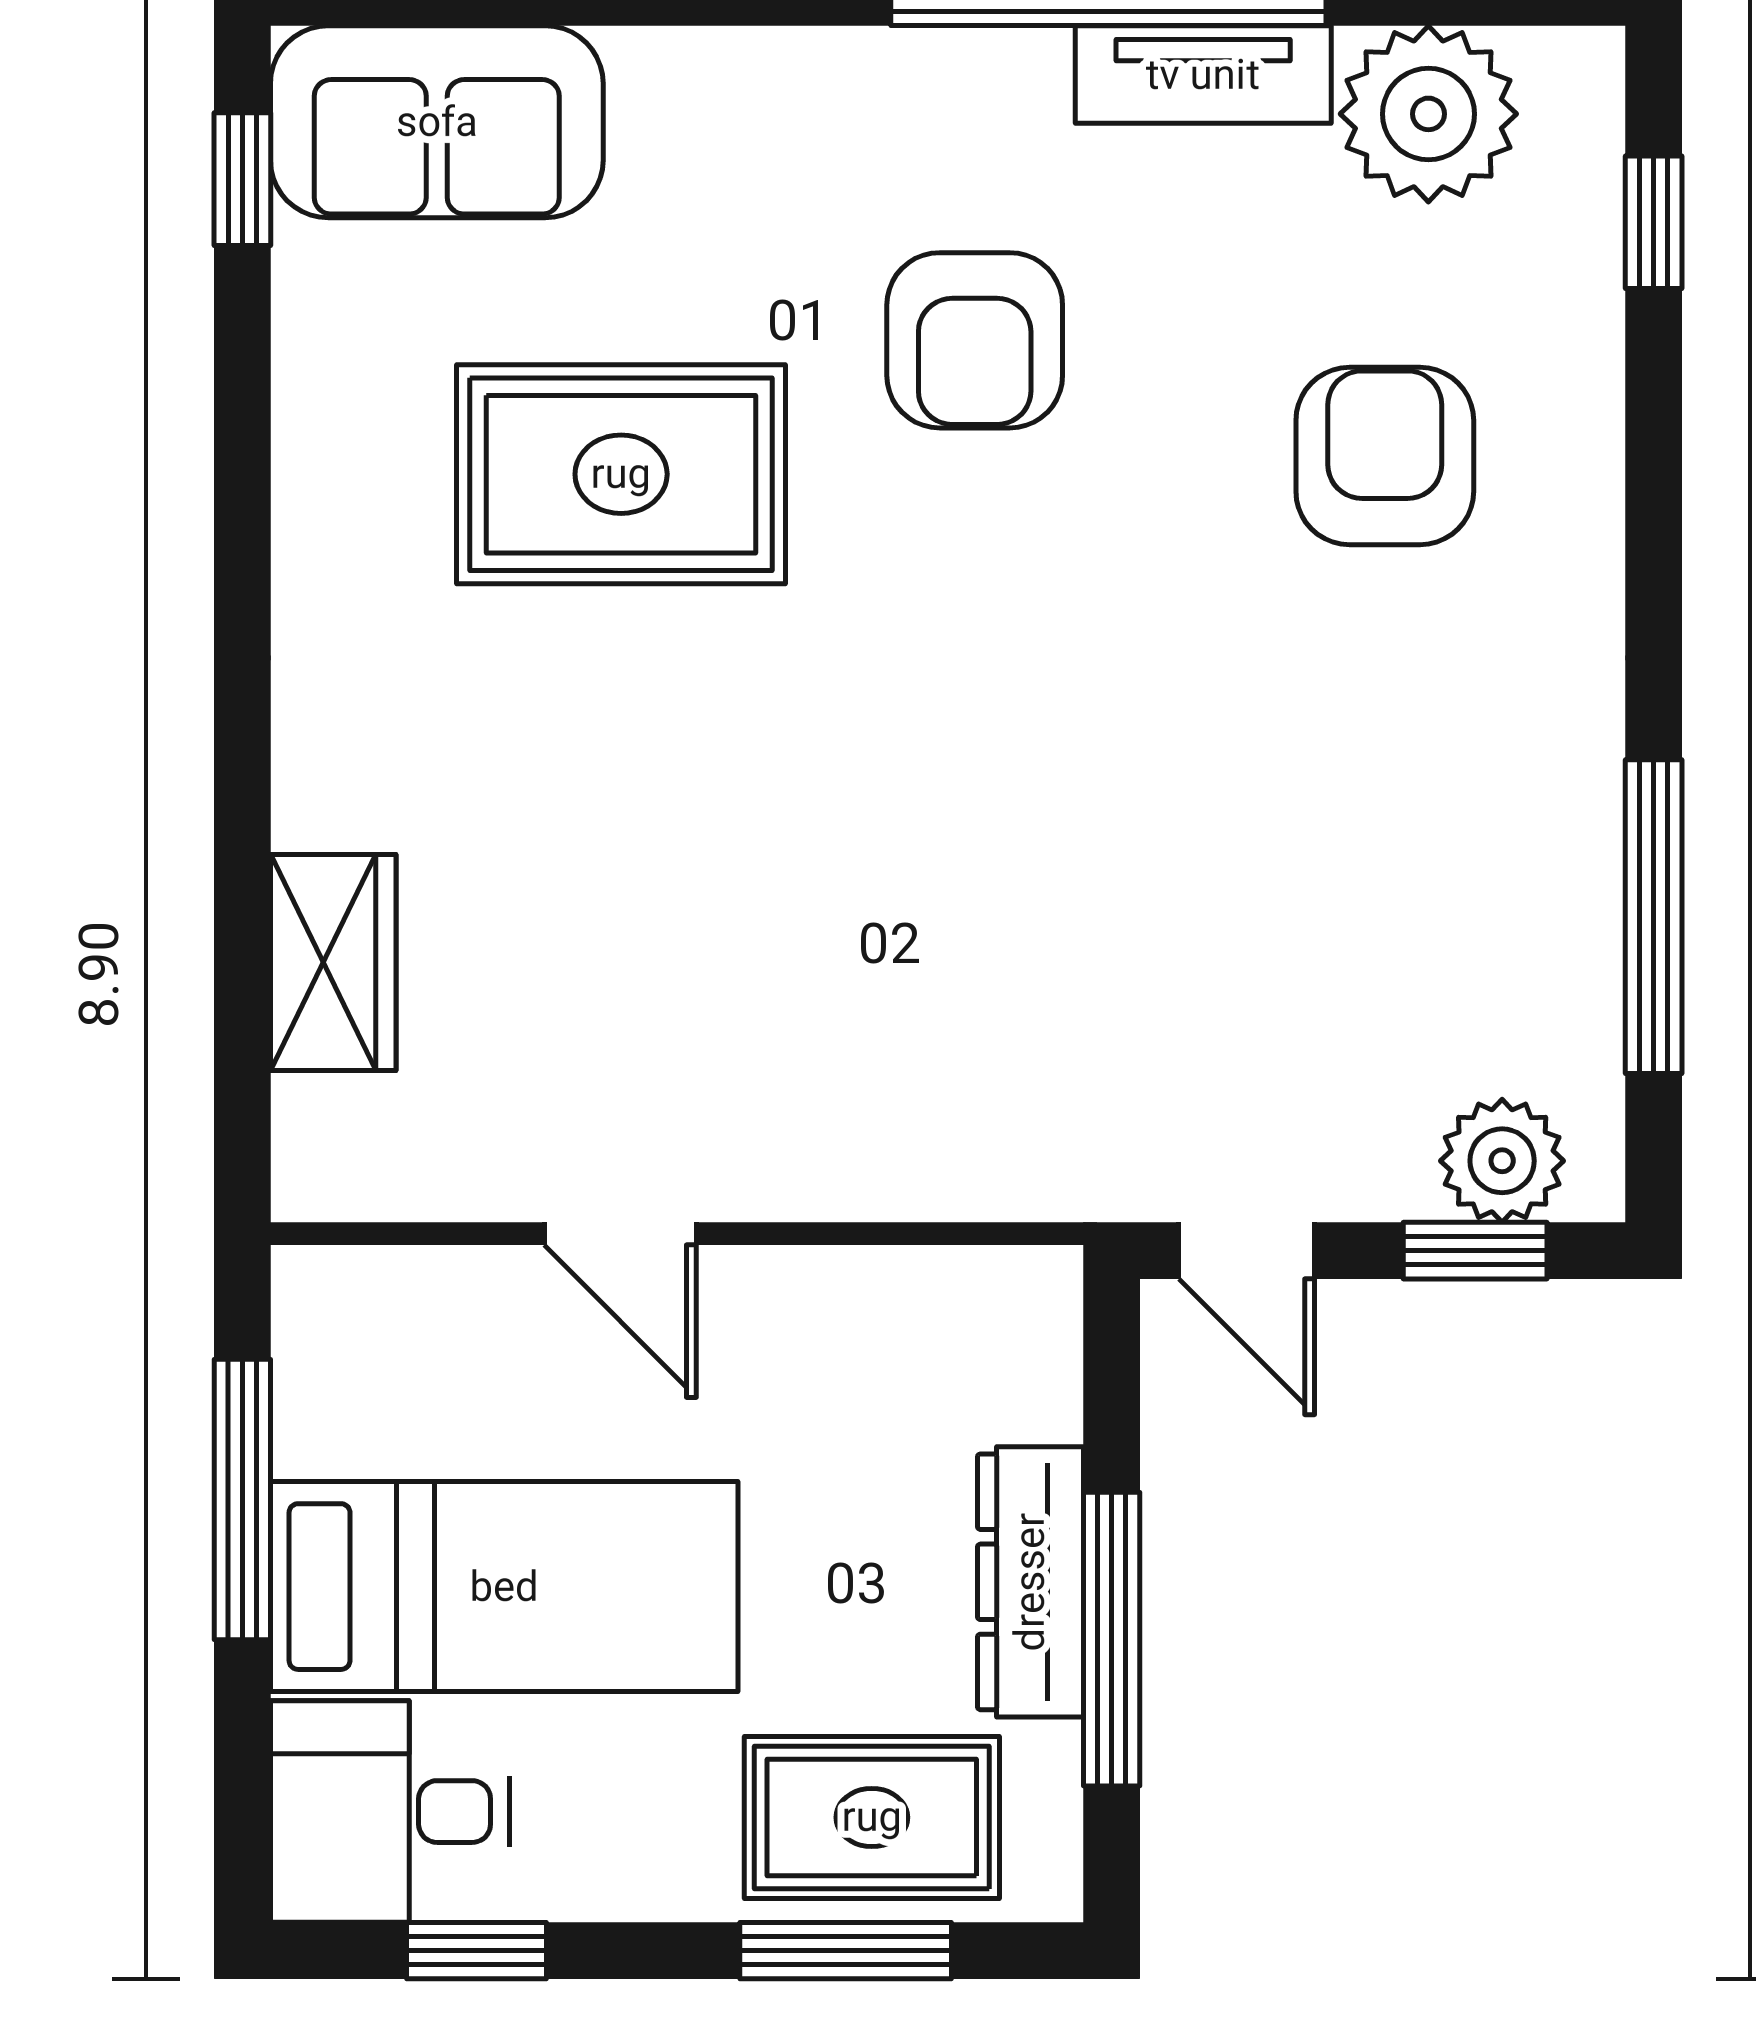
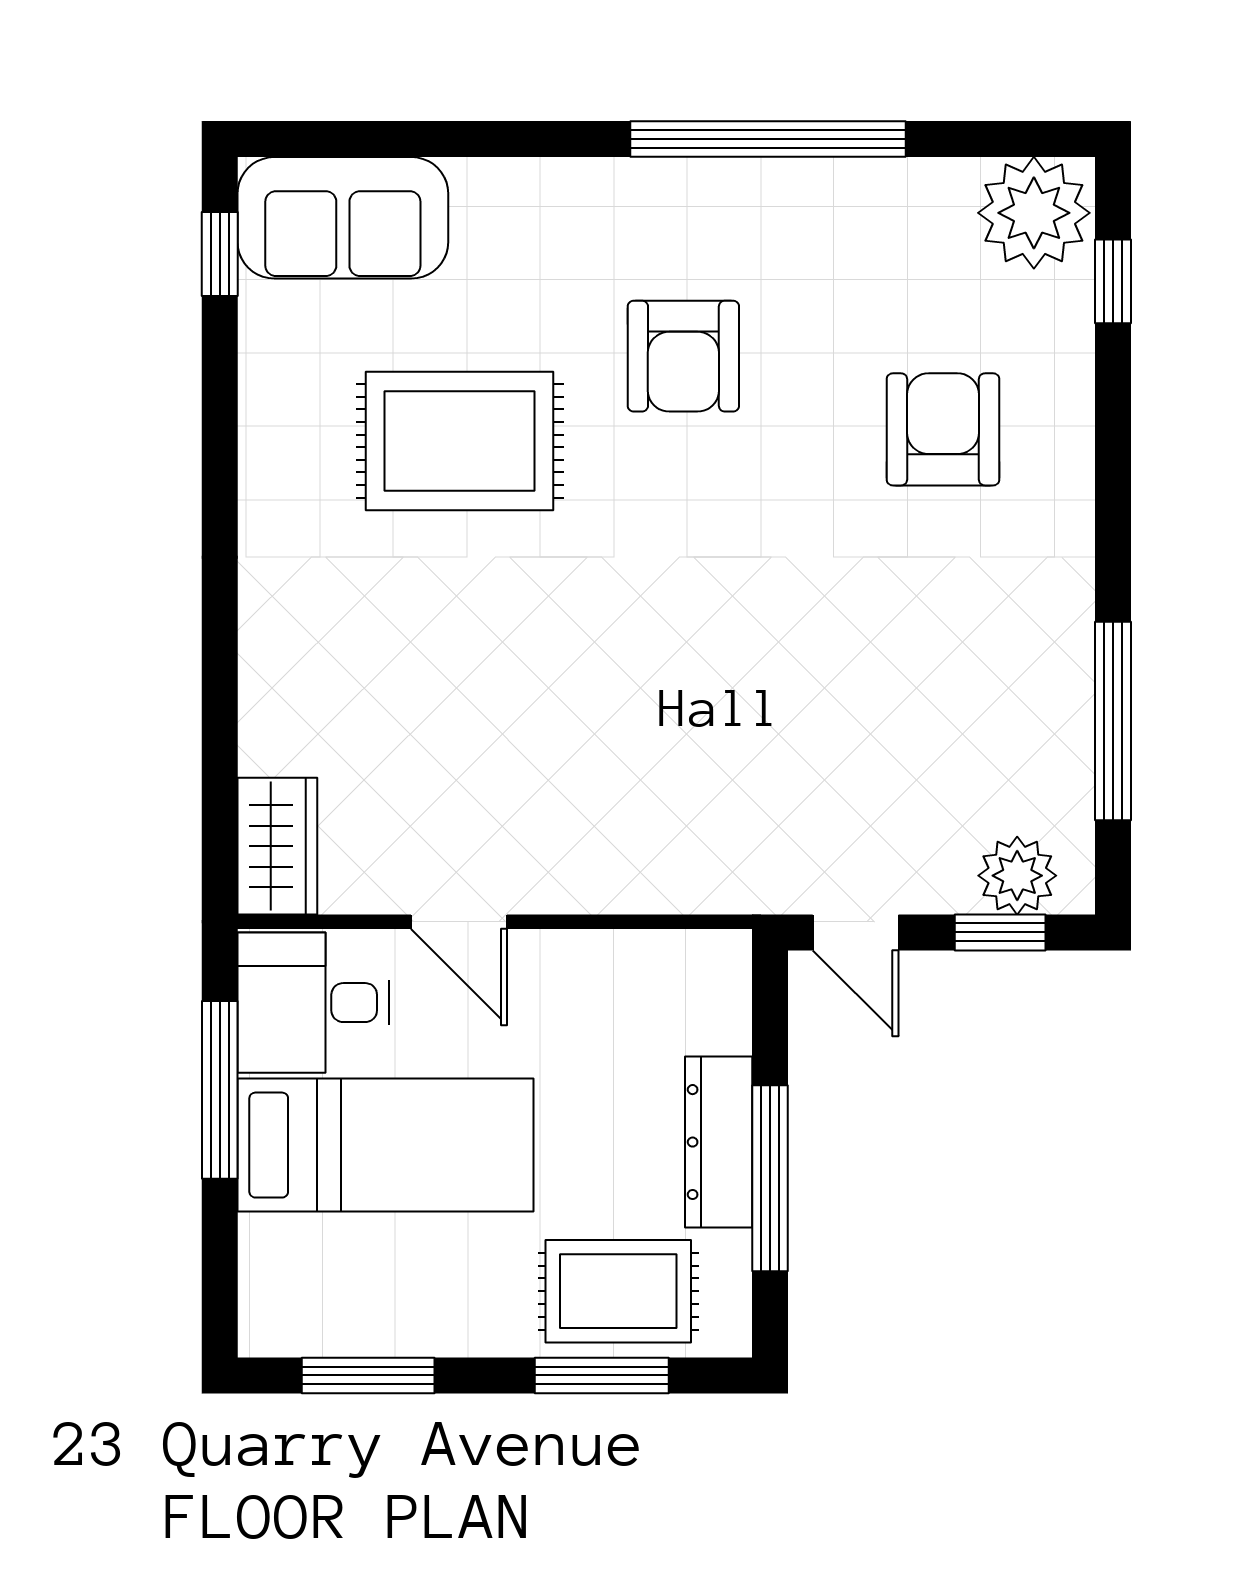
tv unit: (1203, 75) -> (828, 188), removed
plant: (1428, 114) -> (1034, 213), moved
wardrobe: (333, 963) -> (277, 846), moved
desk: (390, 1812) -> (313, 1003), moved
window: (476, 1951) -> (368, 1375), width x1.50

